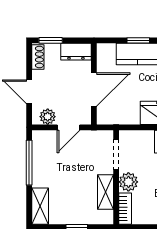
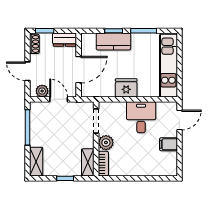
door: (69, 127) -> (59, 99), swing flipped
shelving: (105, 192) -> (88, 162), moved

